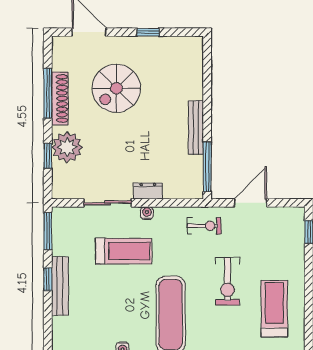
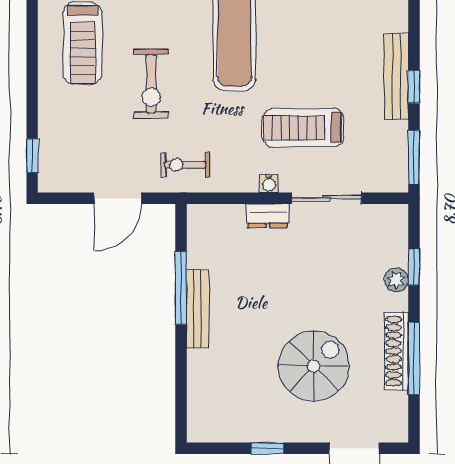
plant: (67, 147) -> (396, 280), width x0.53, depth x0.53
window: (207, 167) -> (181, 288), moved
exercise bike: (227, 281) -> (151, 84), turned 180

